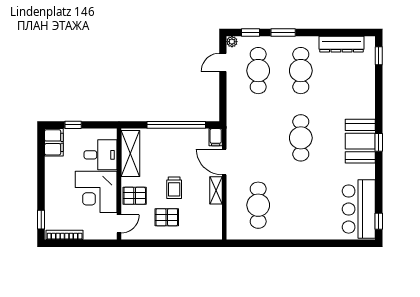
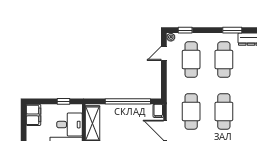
window: (283, 33) -> (232, 30), moved
window: (73, 125) -> (63, 101), moved
cafe table: (258, 138) -> (191, 111), added

